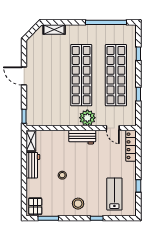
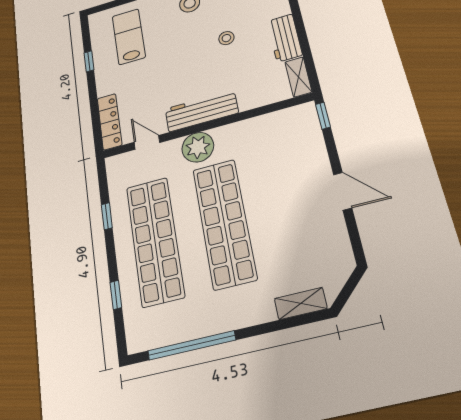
workbench: (82, 137) -> (202, 111), width x1.38
lab bench: (114, 194) -> (129, 37), turned 180

